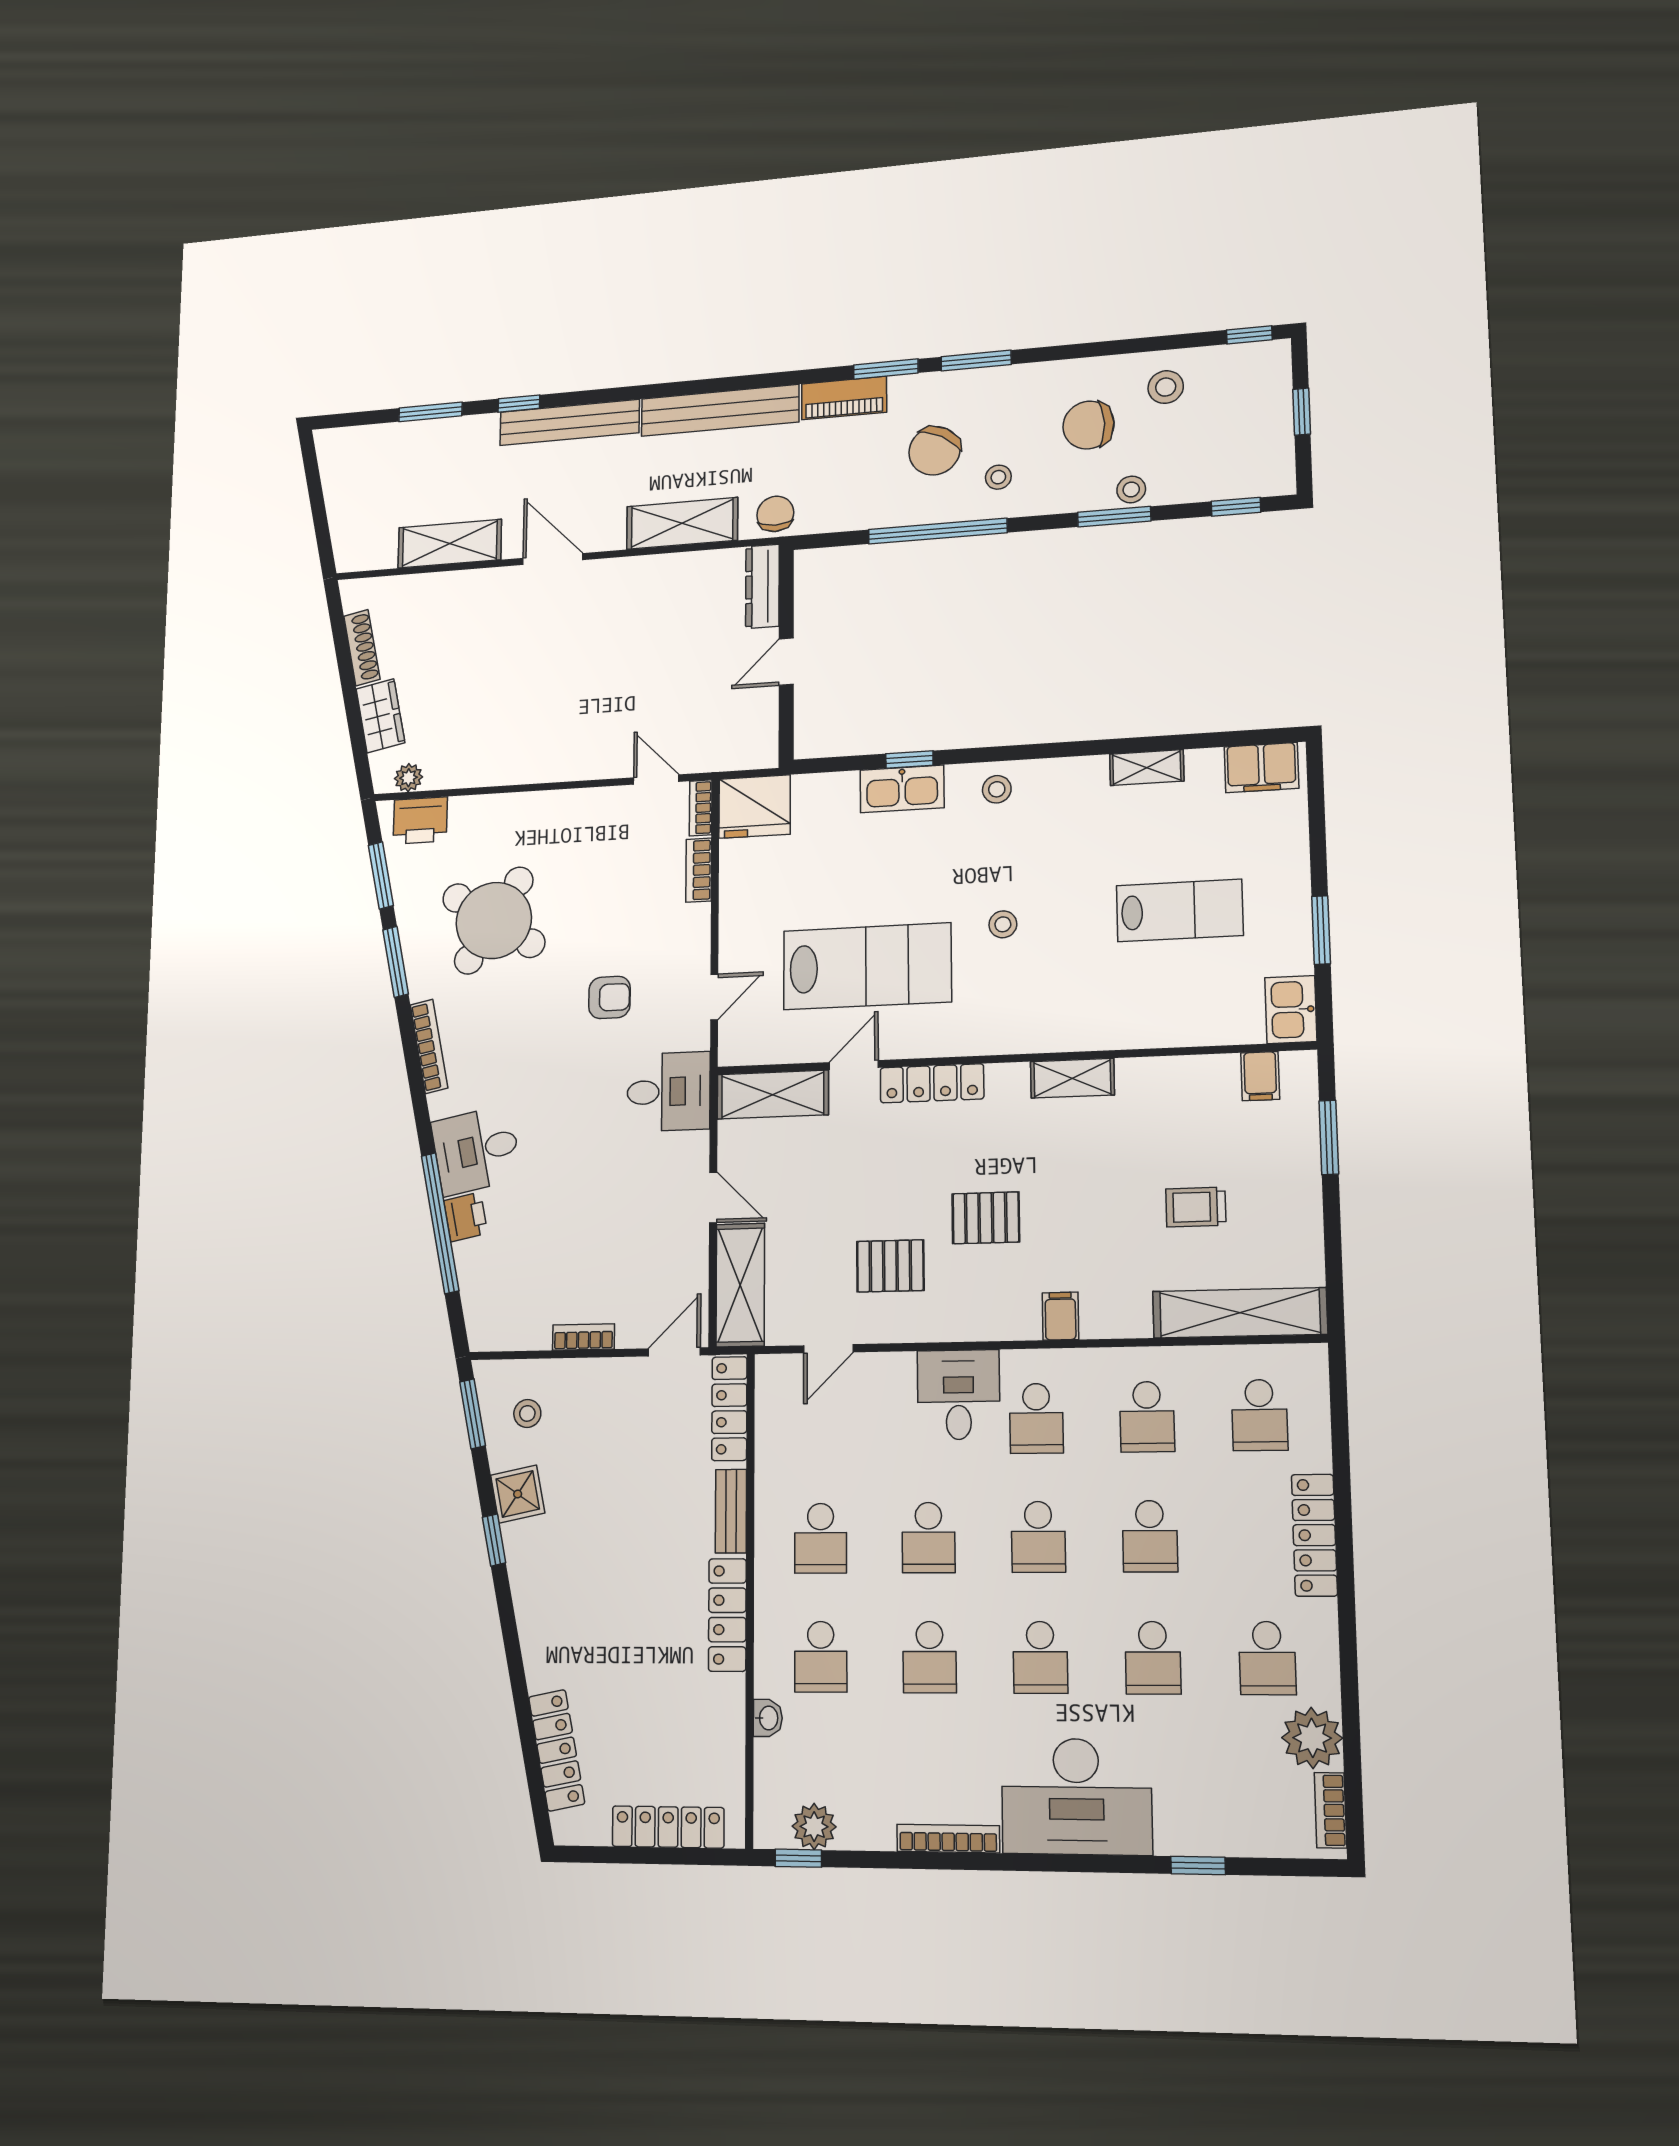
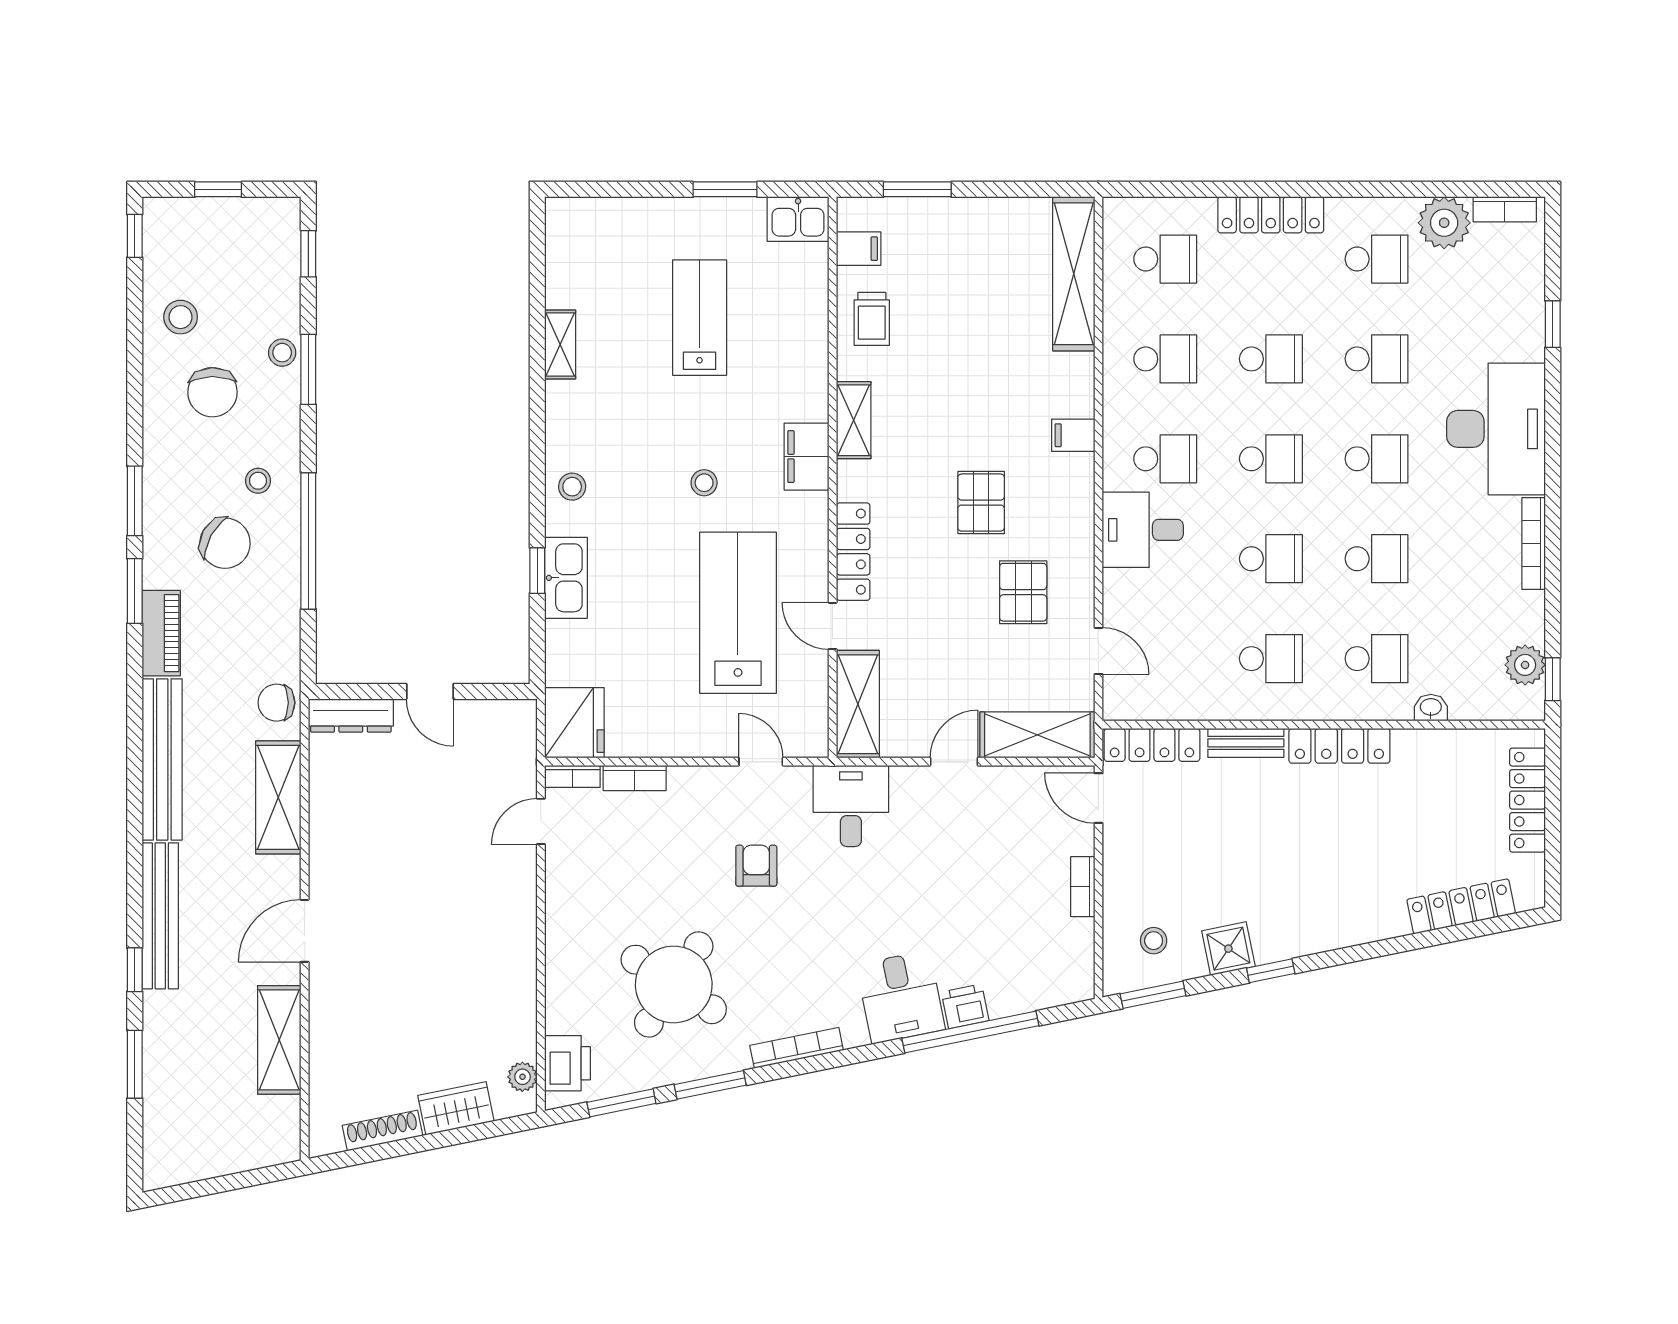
filing cabinet: (1261, 768) -> (807, 457), moved, turned 180
trolley: (1196, 1207) -> (872, 319), moved

